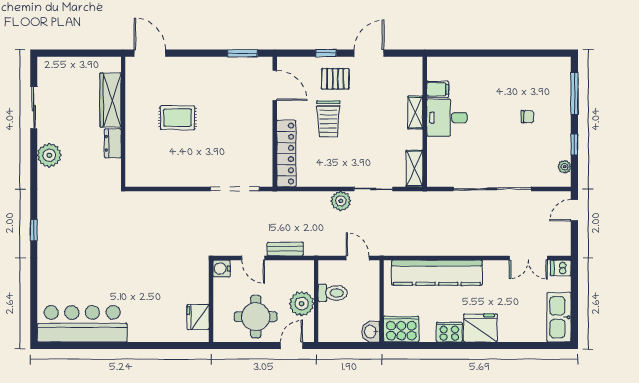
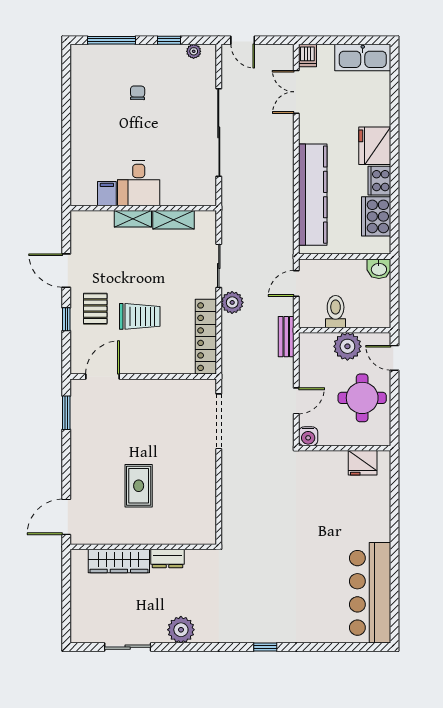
locker: (286, 154) -> (206, 337), moved, turned -90
shelving: (414, 169) -> (174, 220), moved
bench: (285, 249) -> (286, 337), moved
double door: (528, 258) -> (296, 92), swing flipped
cooker: (401, 329) -> (376, 216), moved

